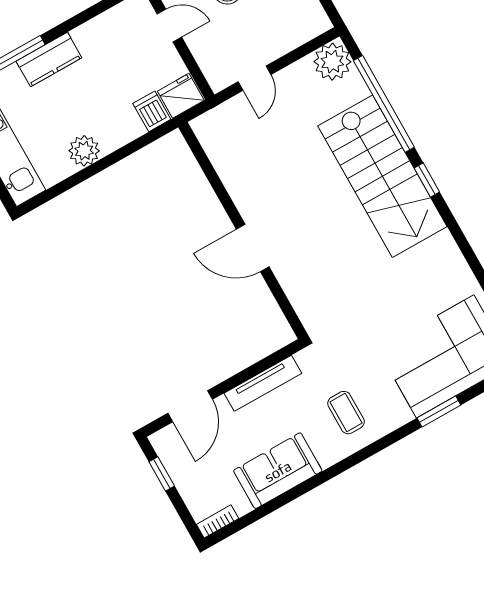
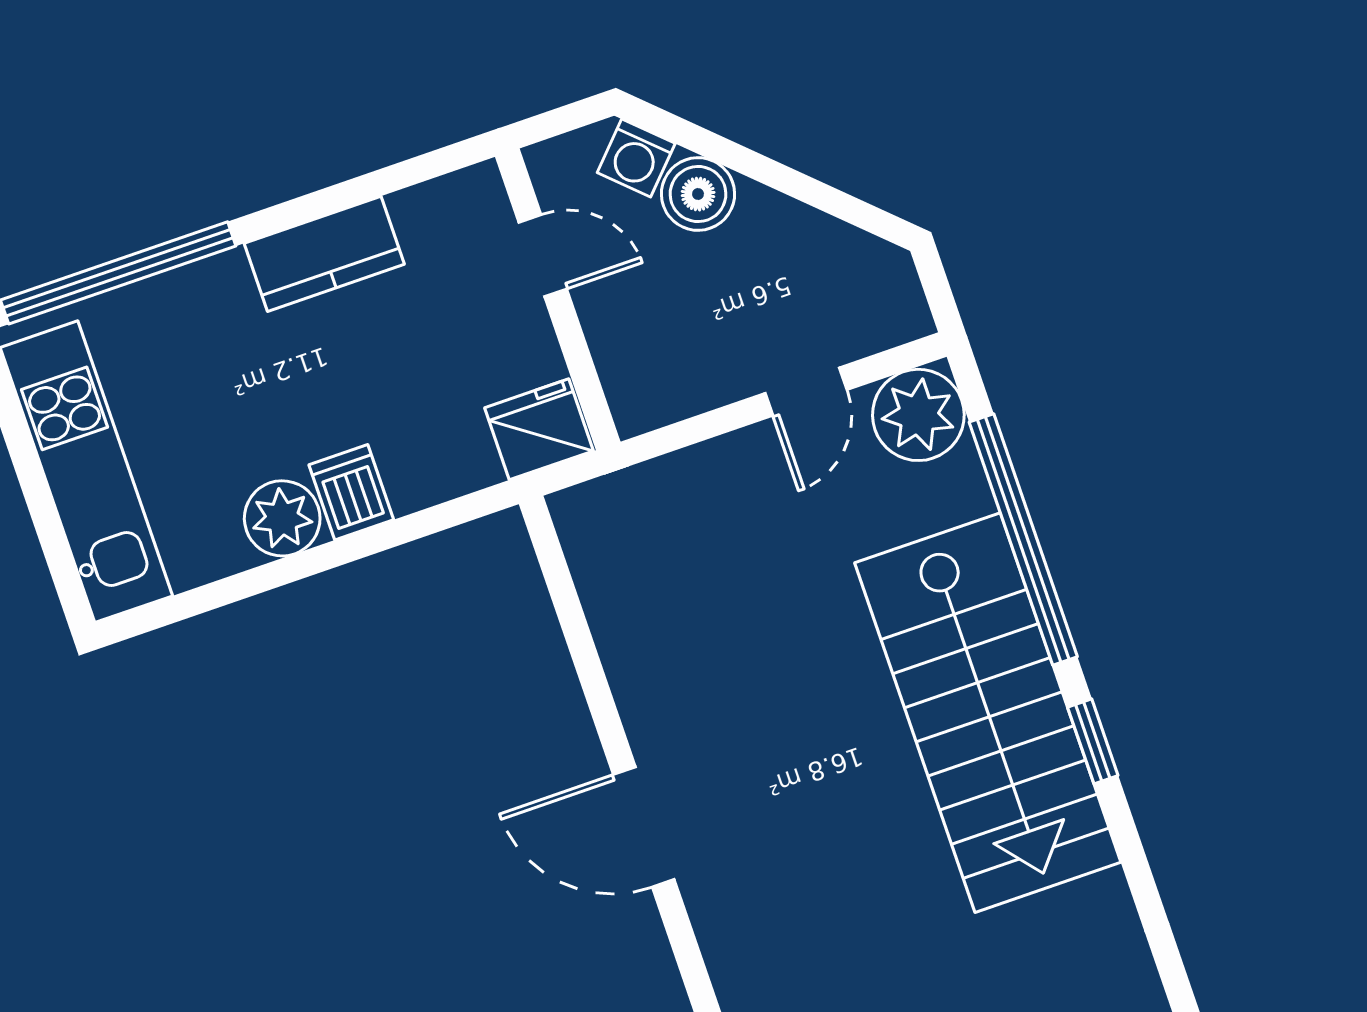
kitchen counter: (49, 59) -> (324, 254), moved
door: (254, 78) -> (806, 392), moved
dishwasher: (152, 111) -> (351, 492), moved

